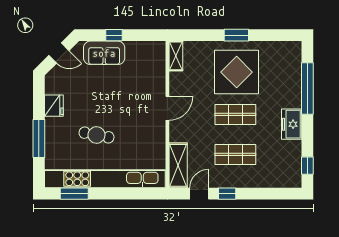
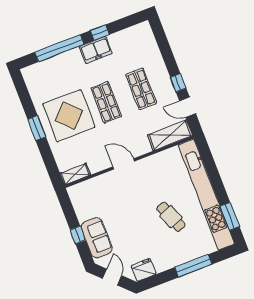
fridge: (54, 106) -> (144, 270), moved
cafe table: (96, 135) -> (171, 217), turned -33
window: (307, 166) -> (100, 33), moved

